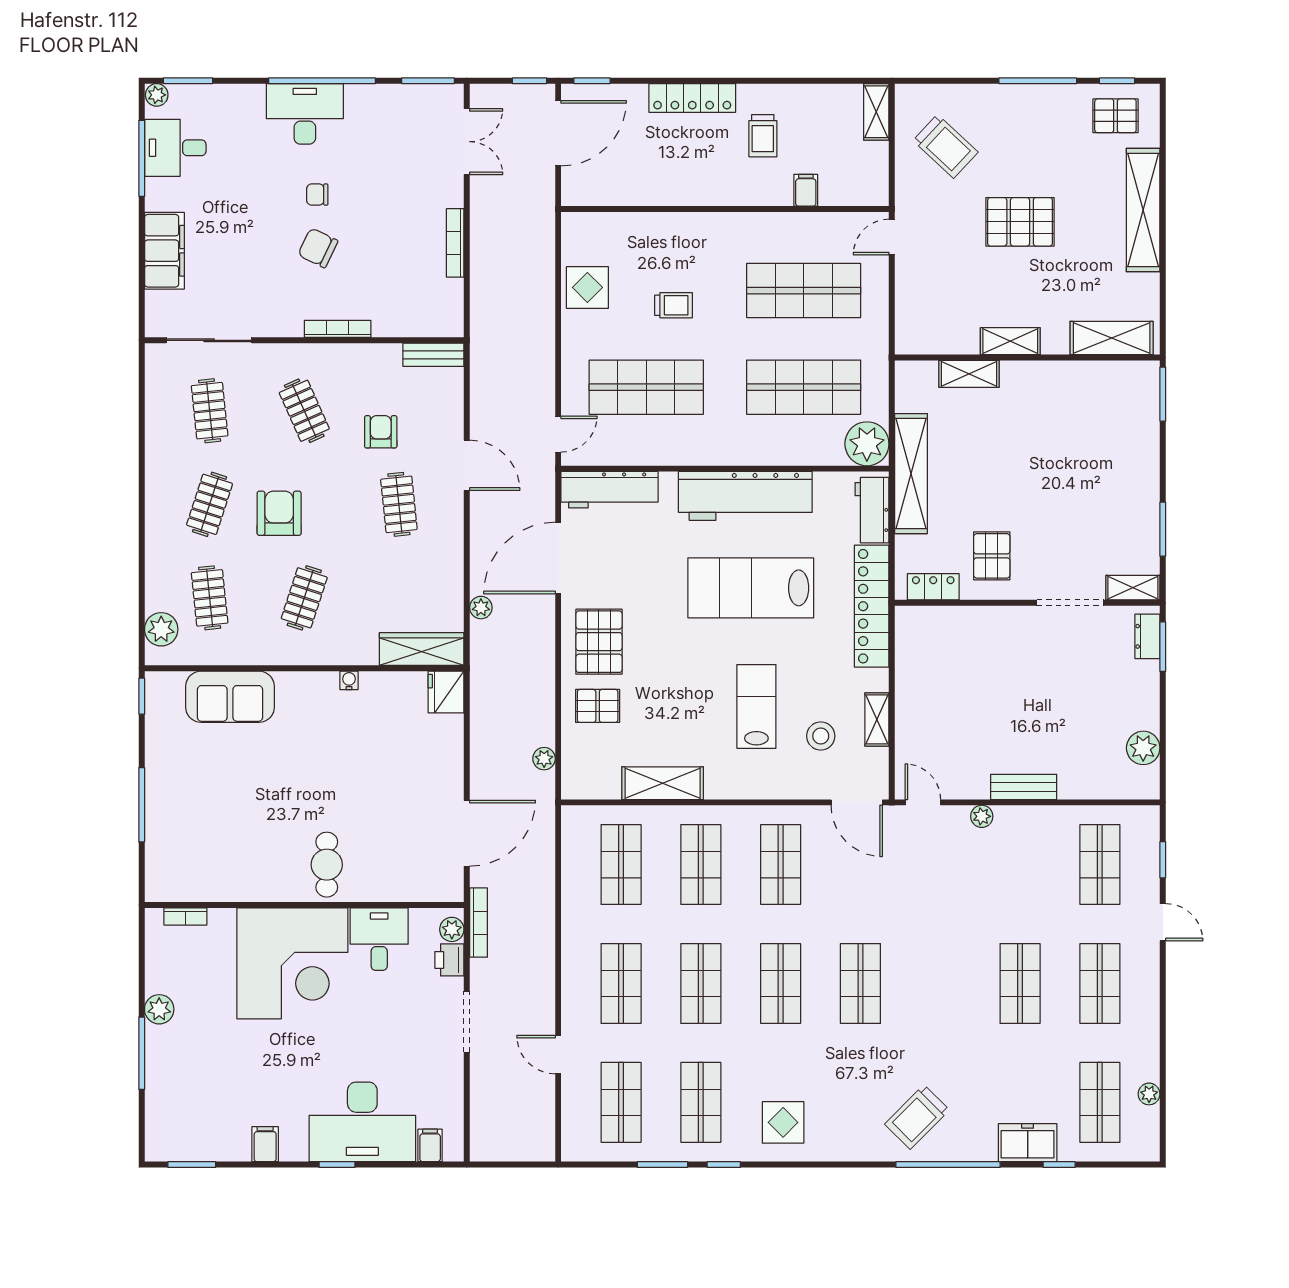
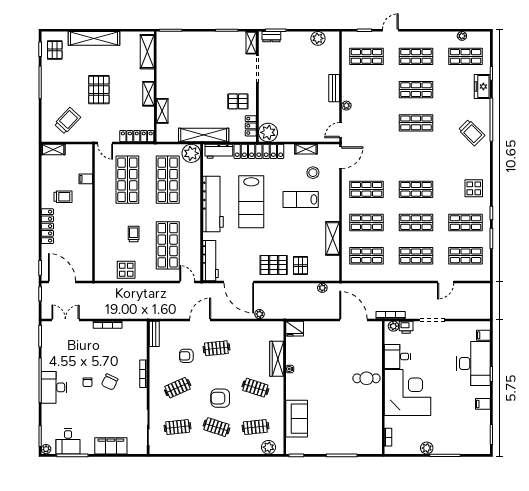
locker: (908, 313) -> (137, 136), added
plant: (917, 628) -> (268, 132), added
wardrobe: (422, 649) -> (277, 359), moved
shop shelf: (860, 983) -> (416, 123), moved

